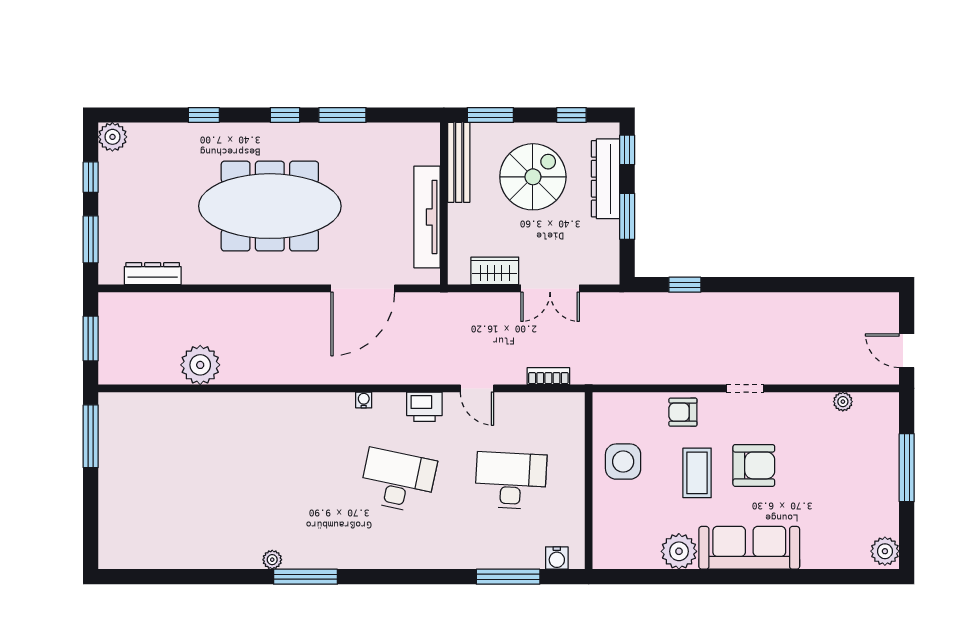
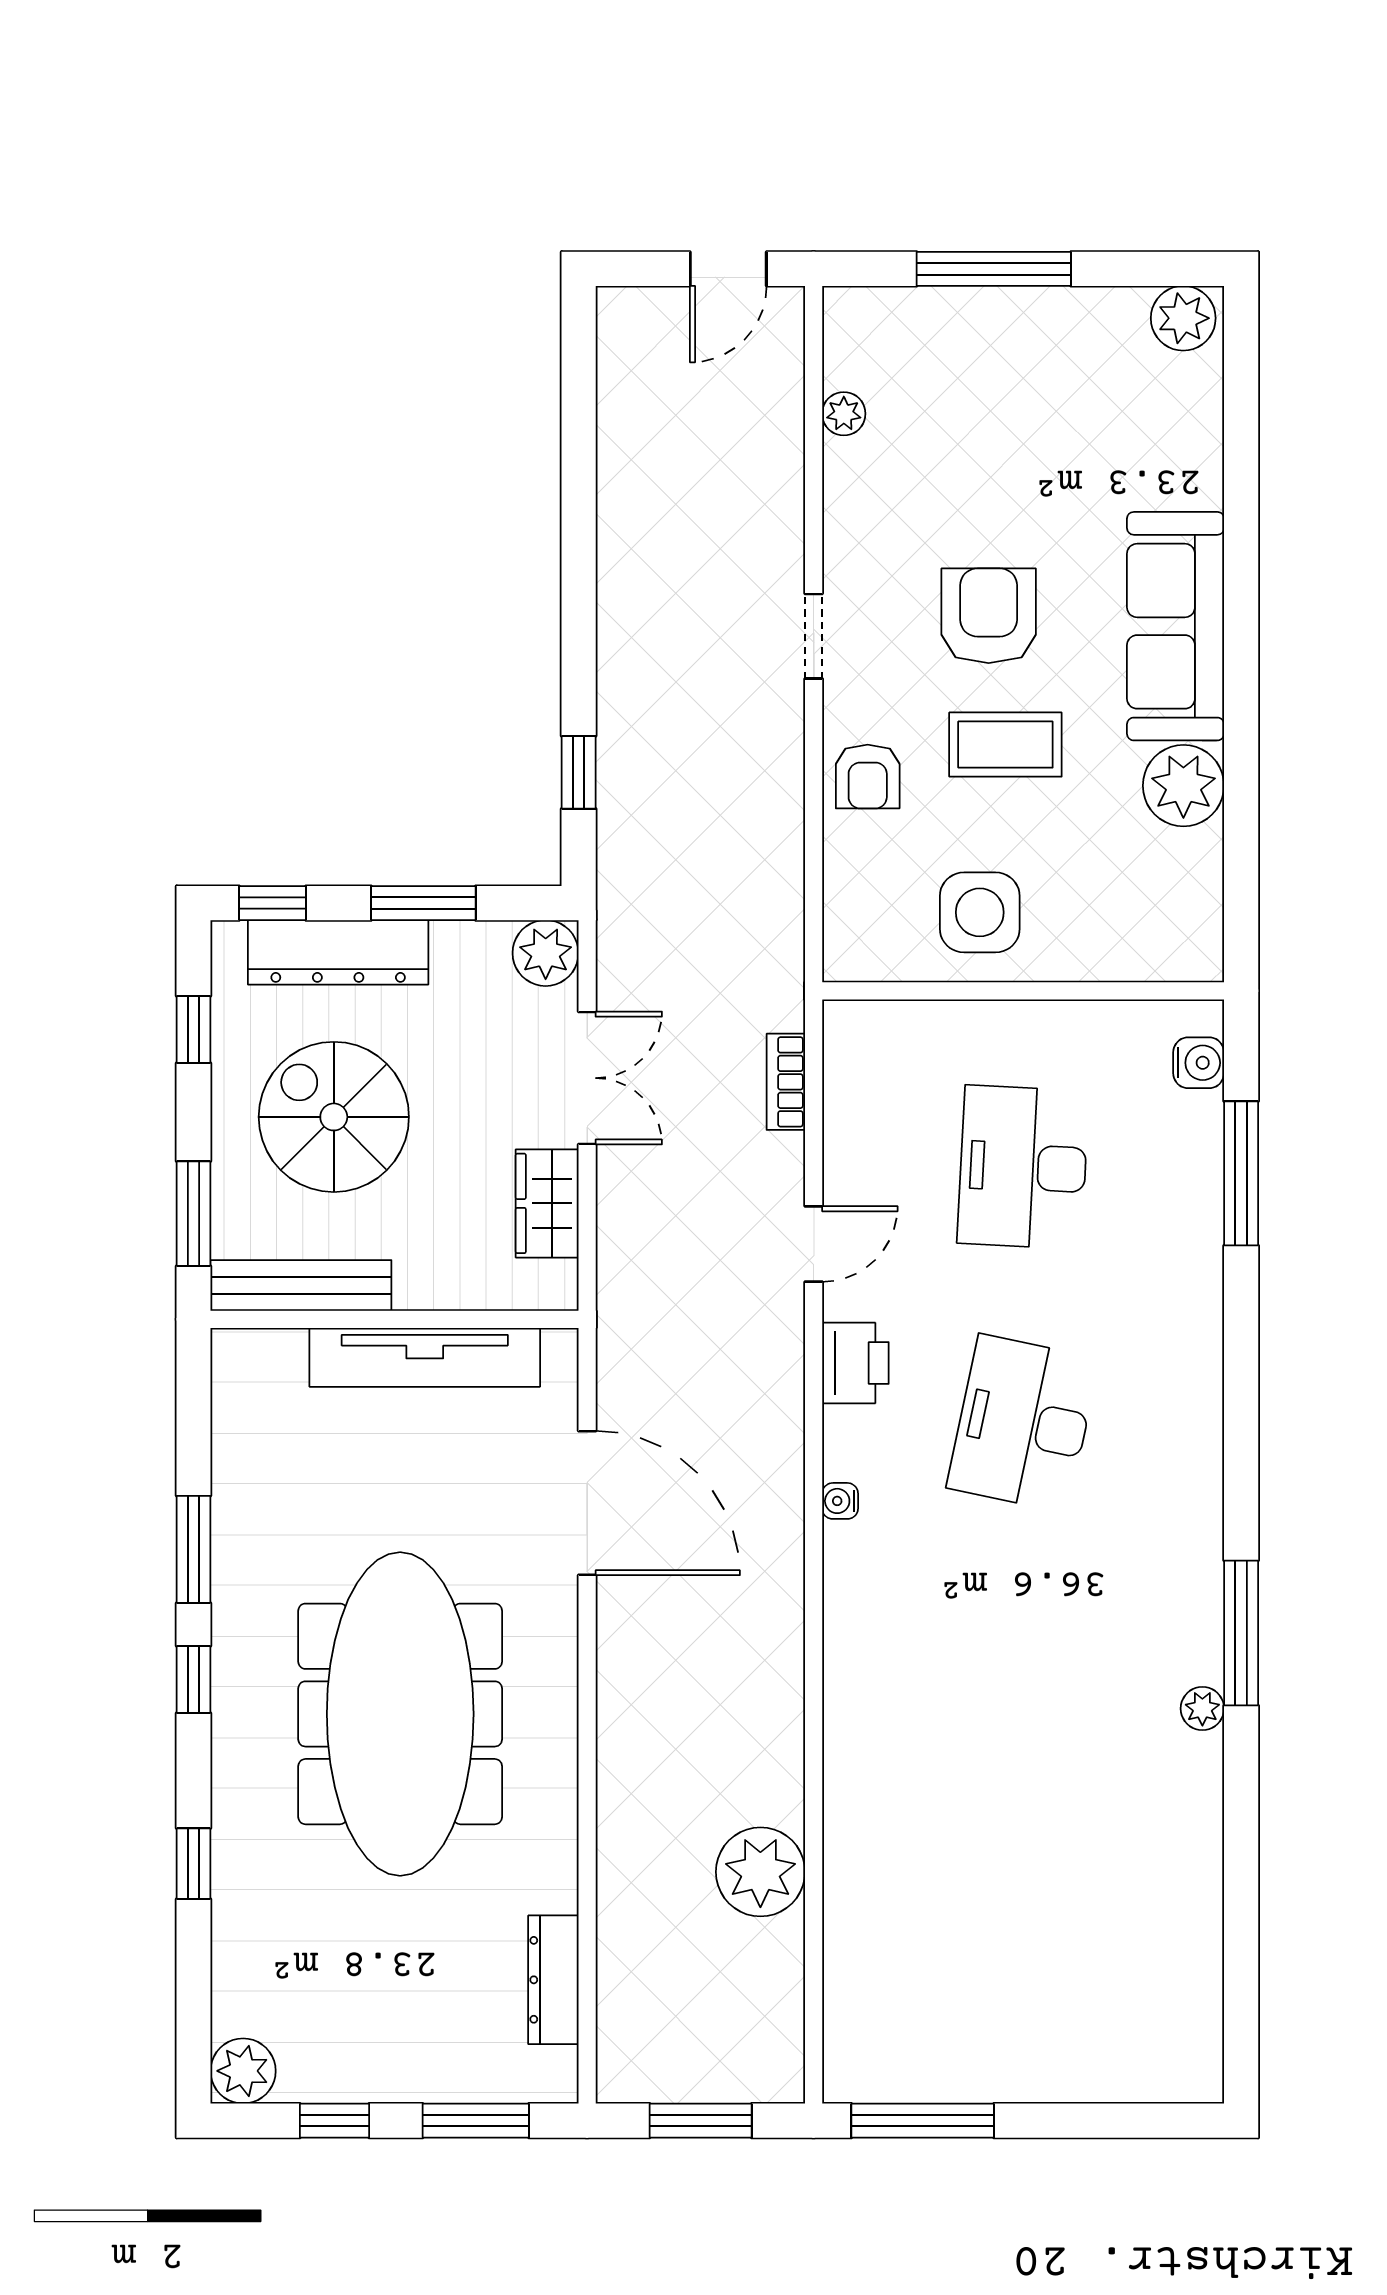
plant: (605, 270) -> (546, 953), added

